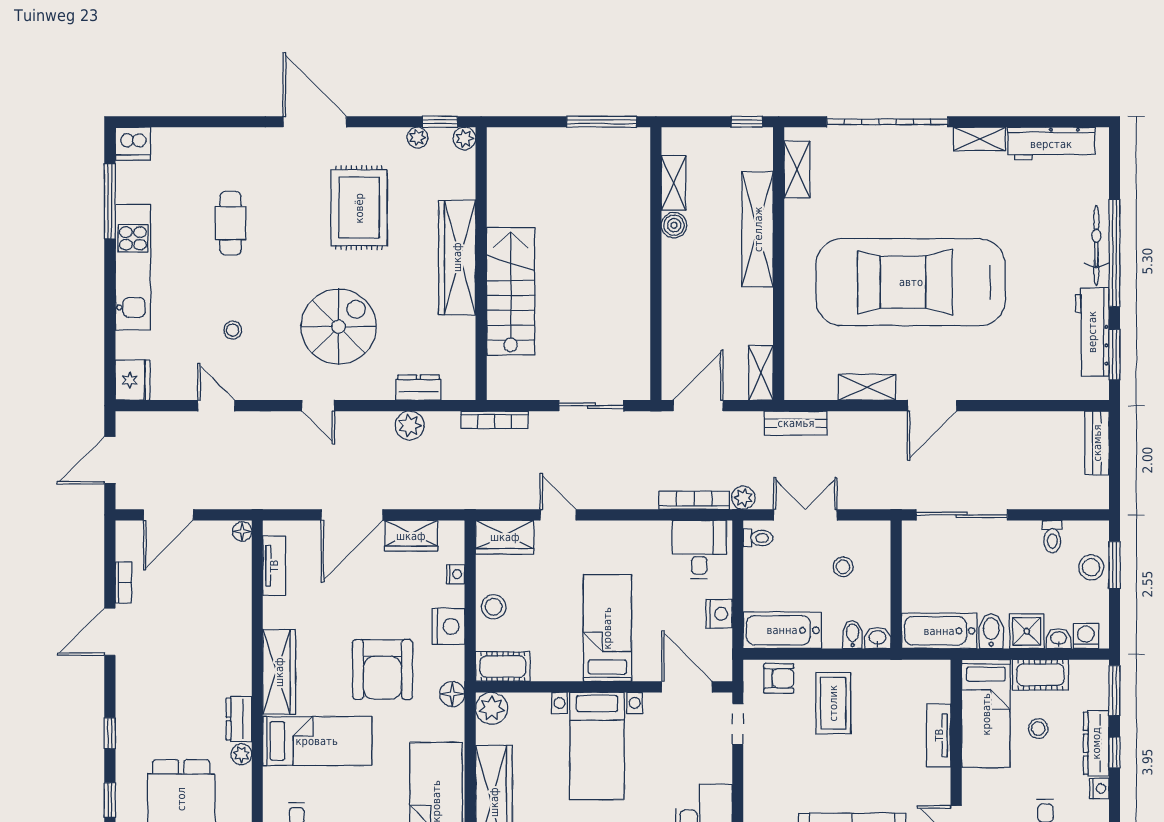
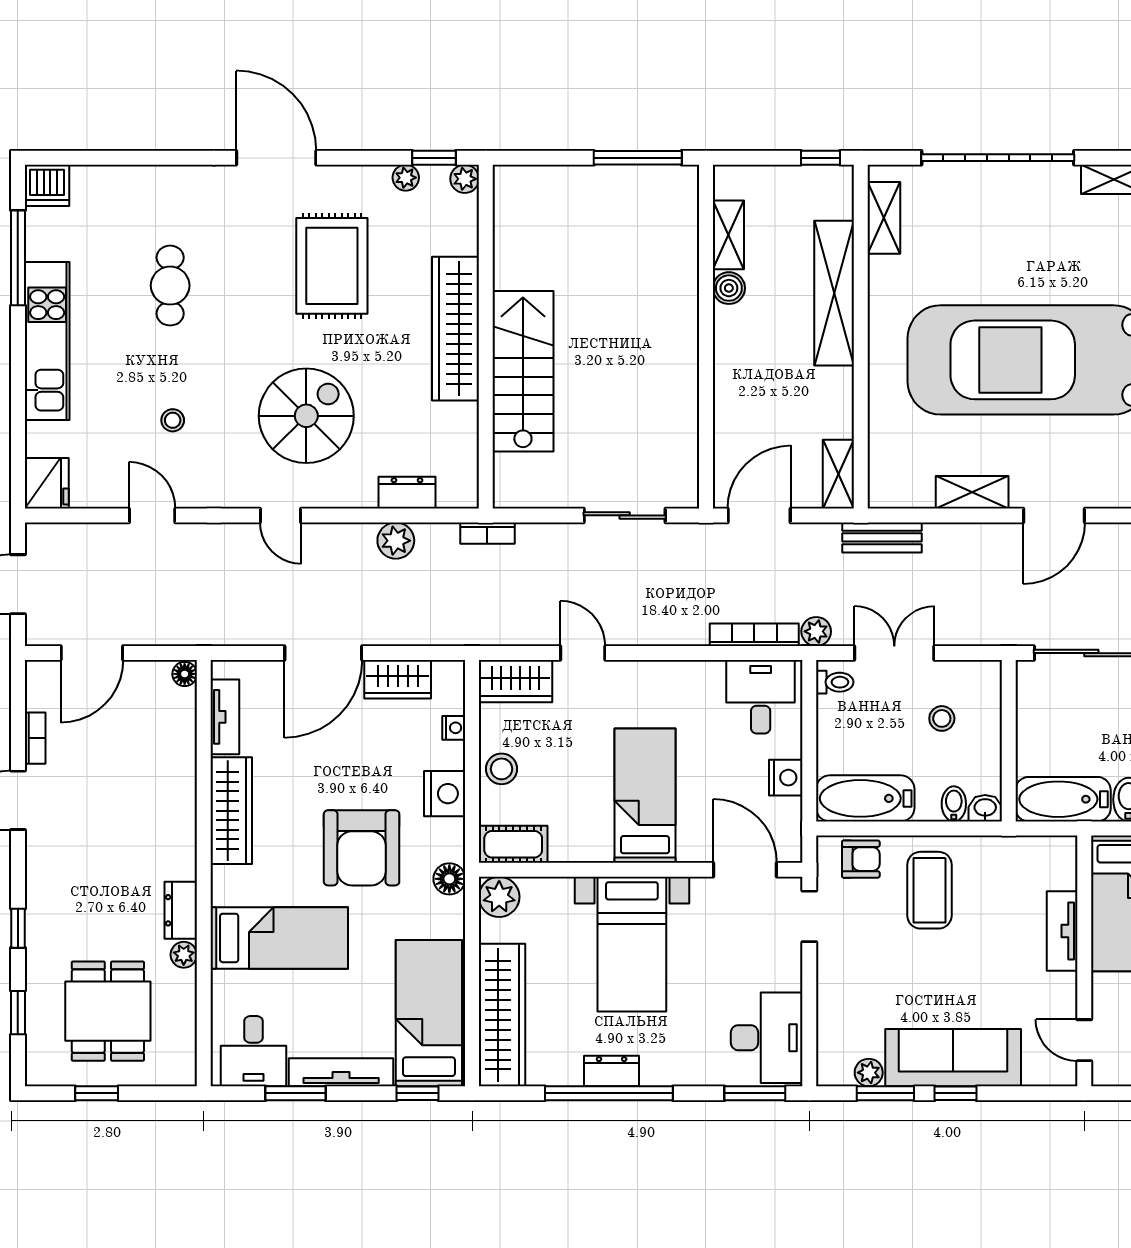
bookcase: (495, 420) -> (487, 533), width x0.64
wardrobe: (279, 672) -> (231, 811), moved

